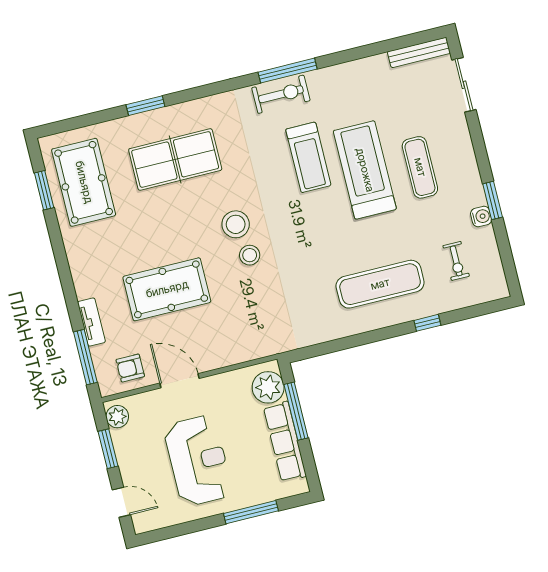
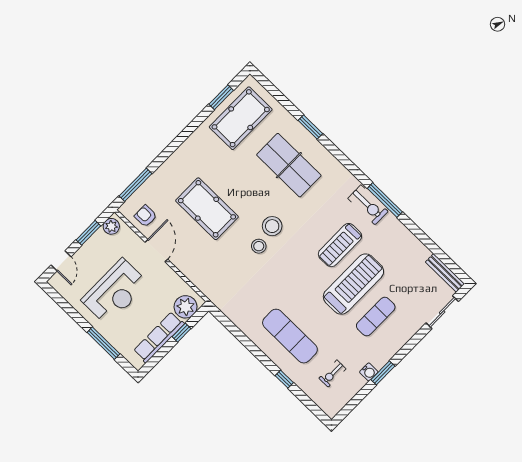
tv unit: (91, 322) -> (159, 175), removed
window: (296, 411) -> (182, 333), width x0.46

